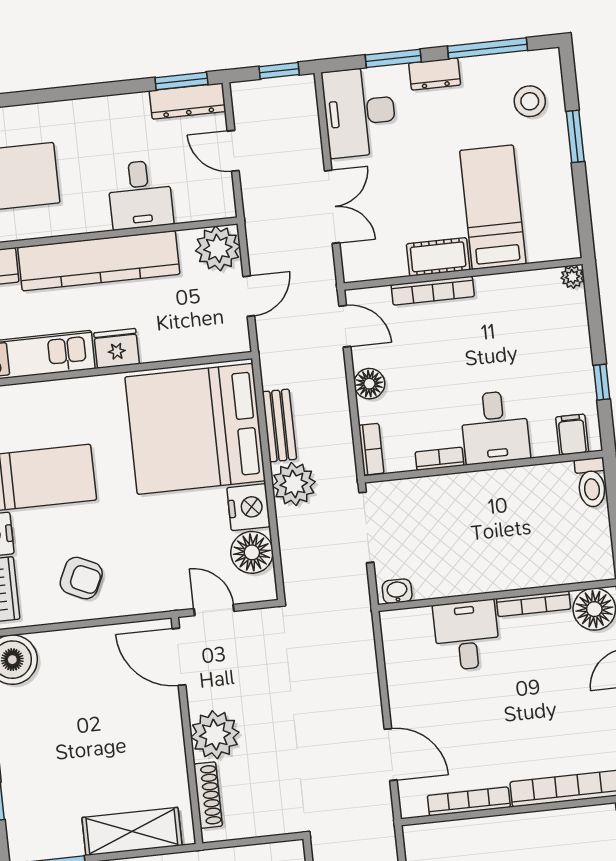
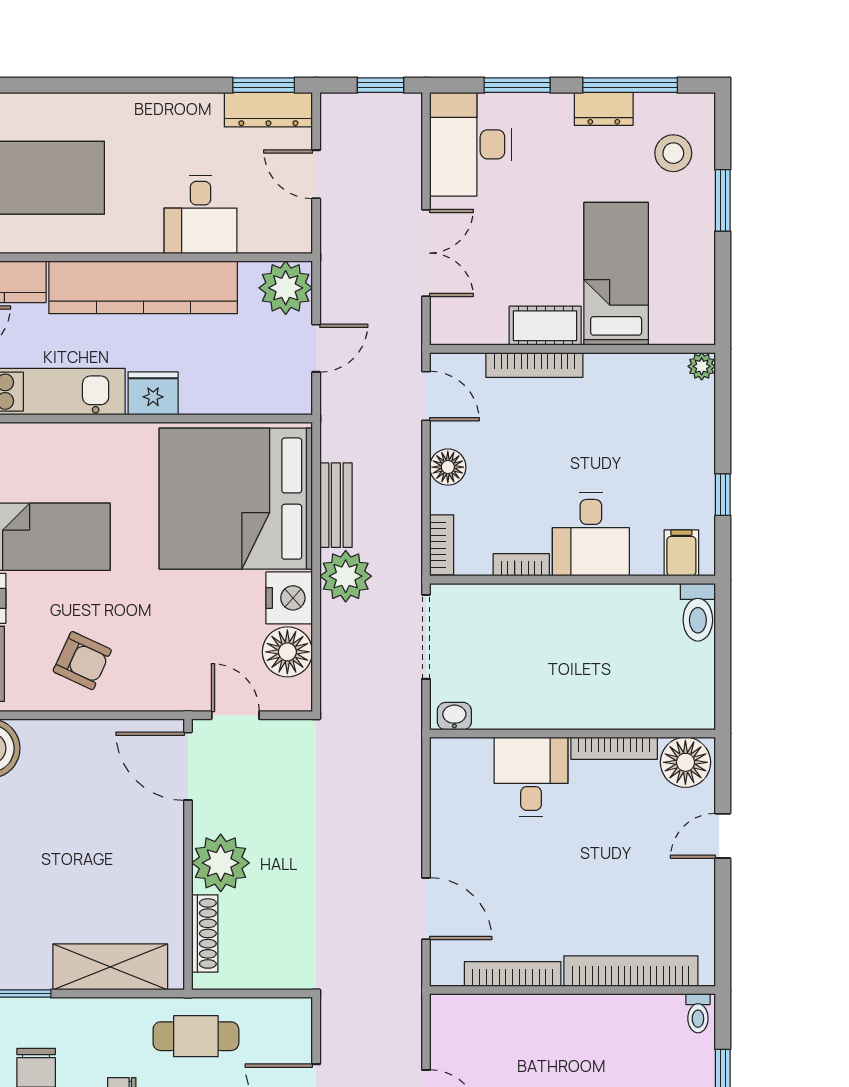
dresser: (435, 74) -> (604, 109), moved

